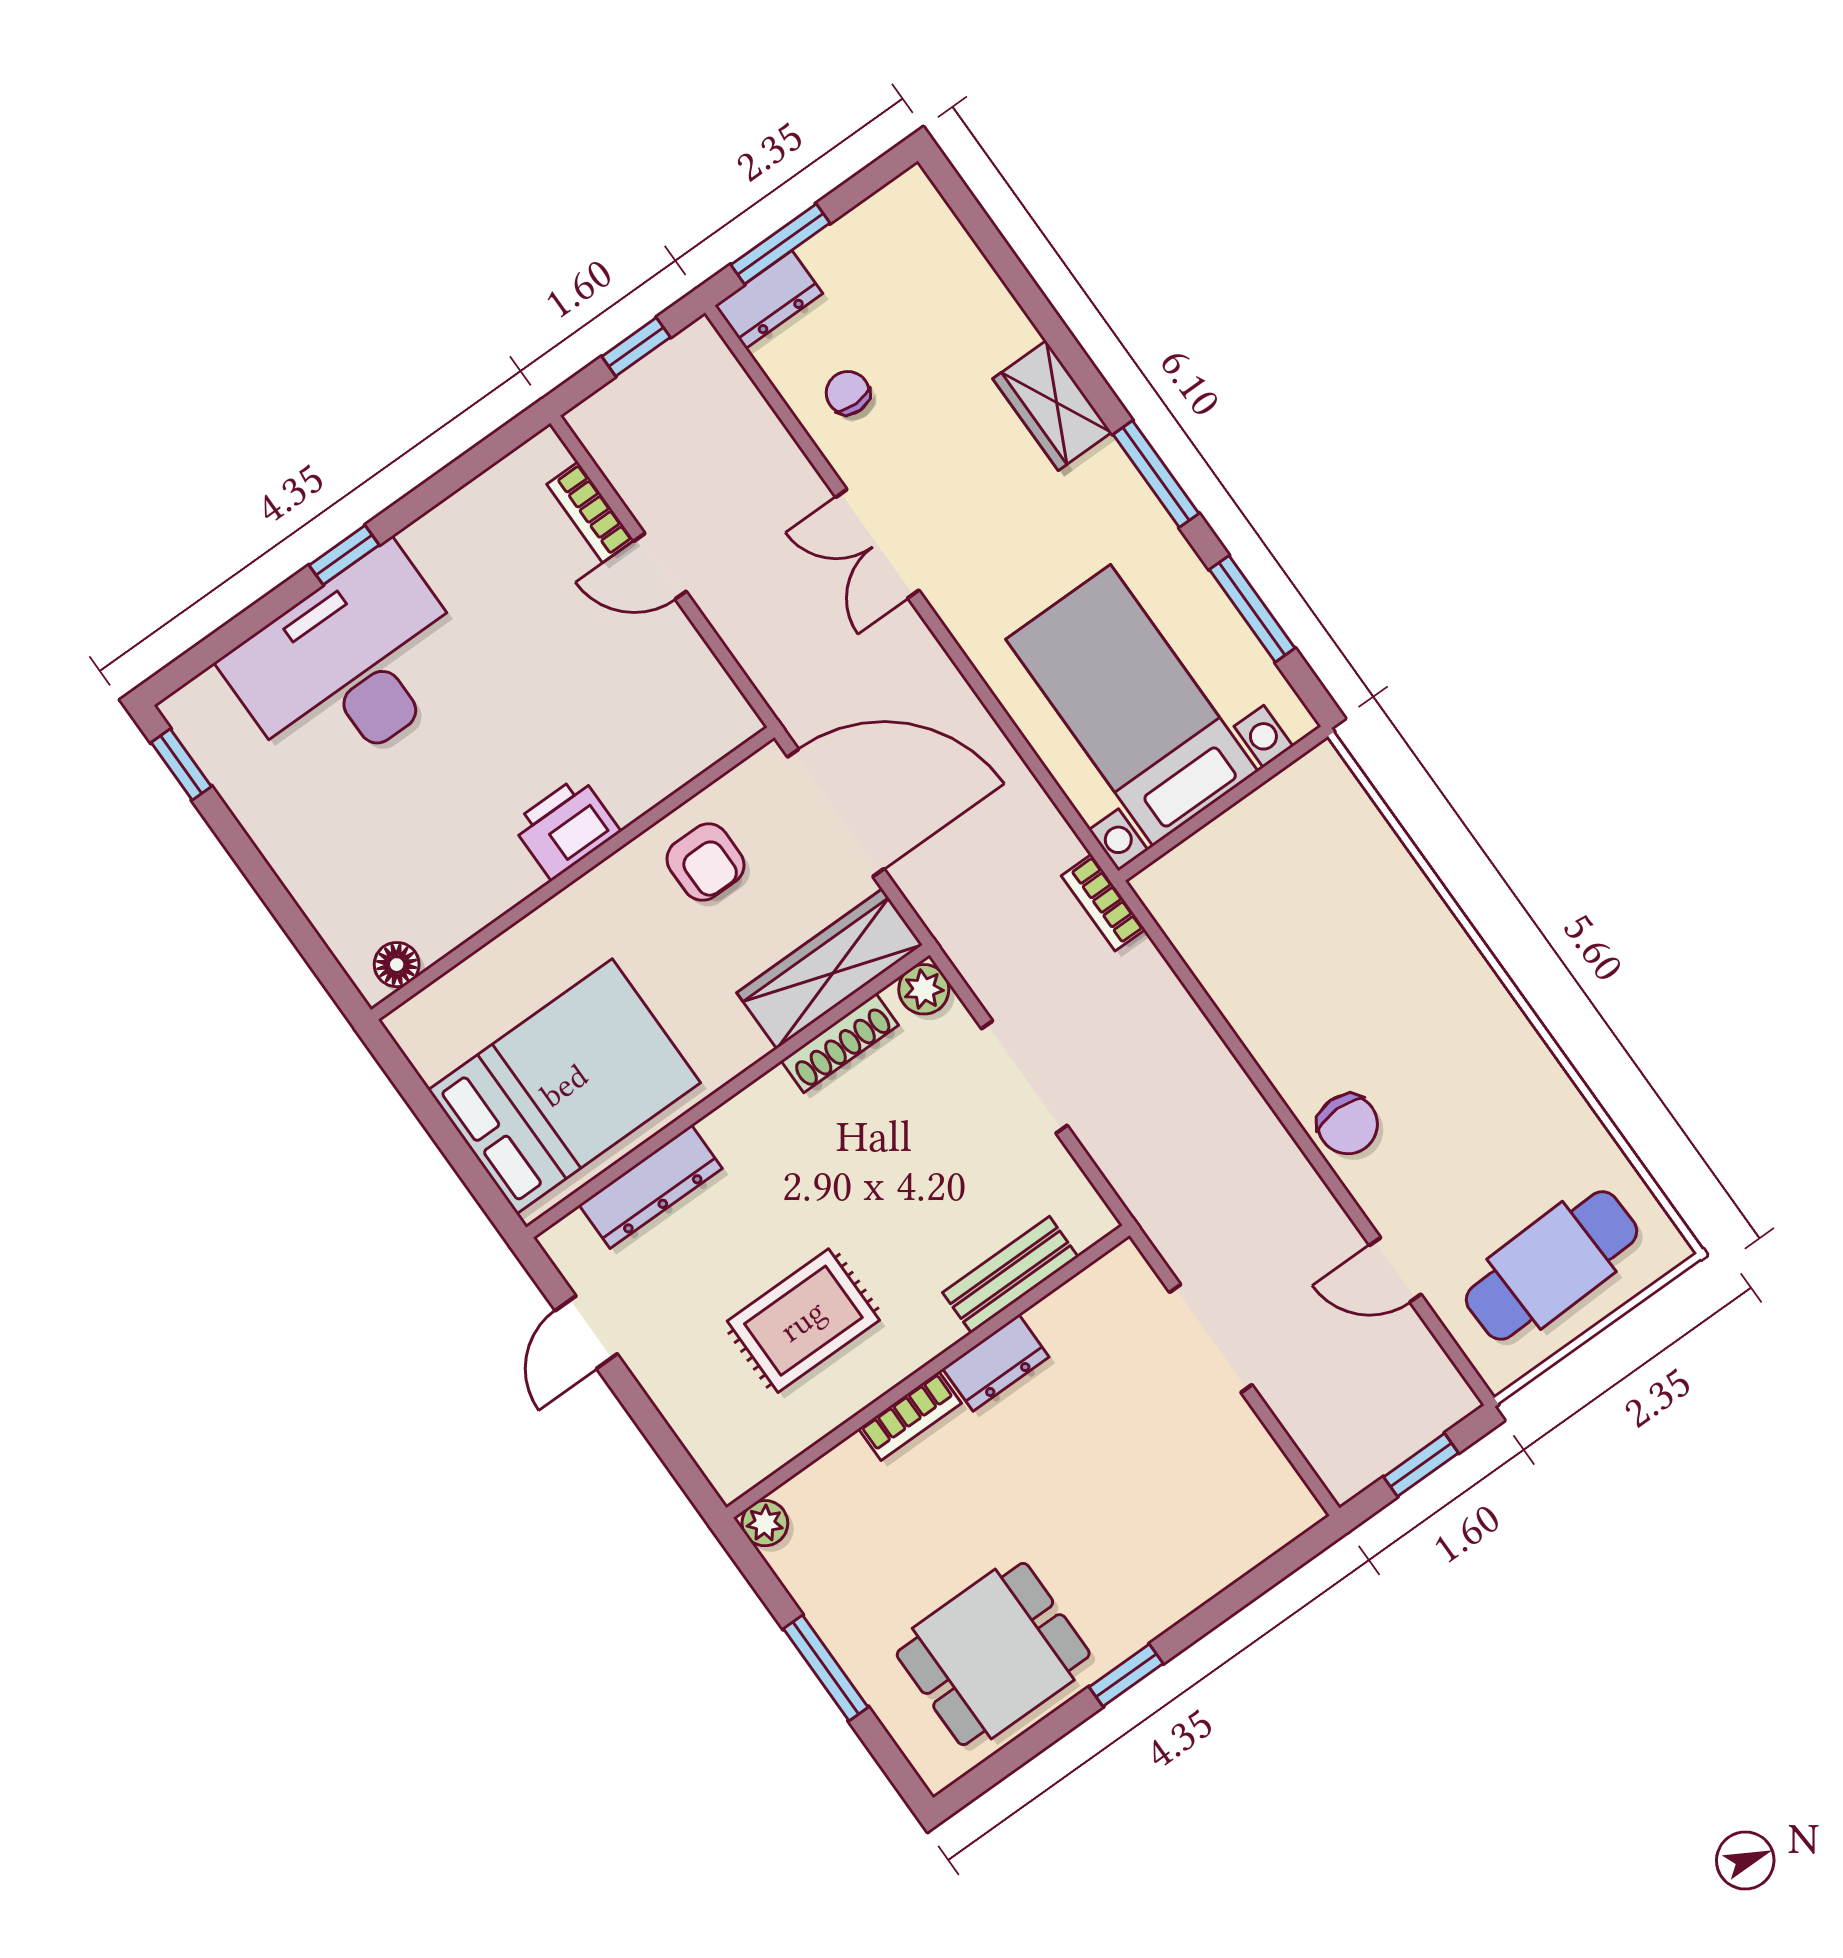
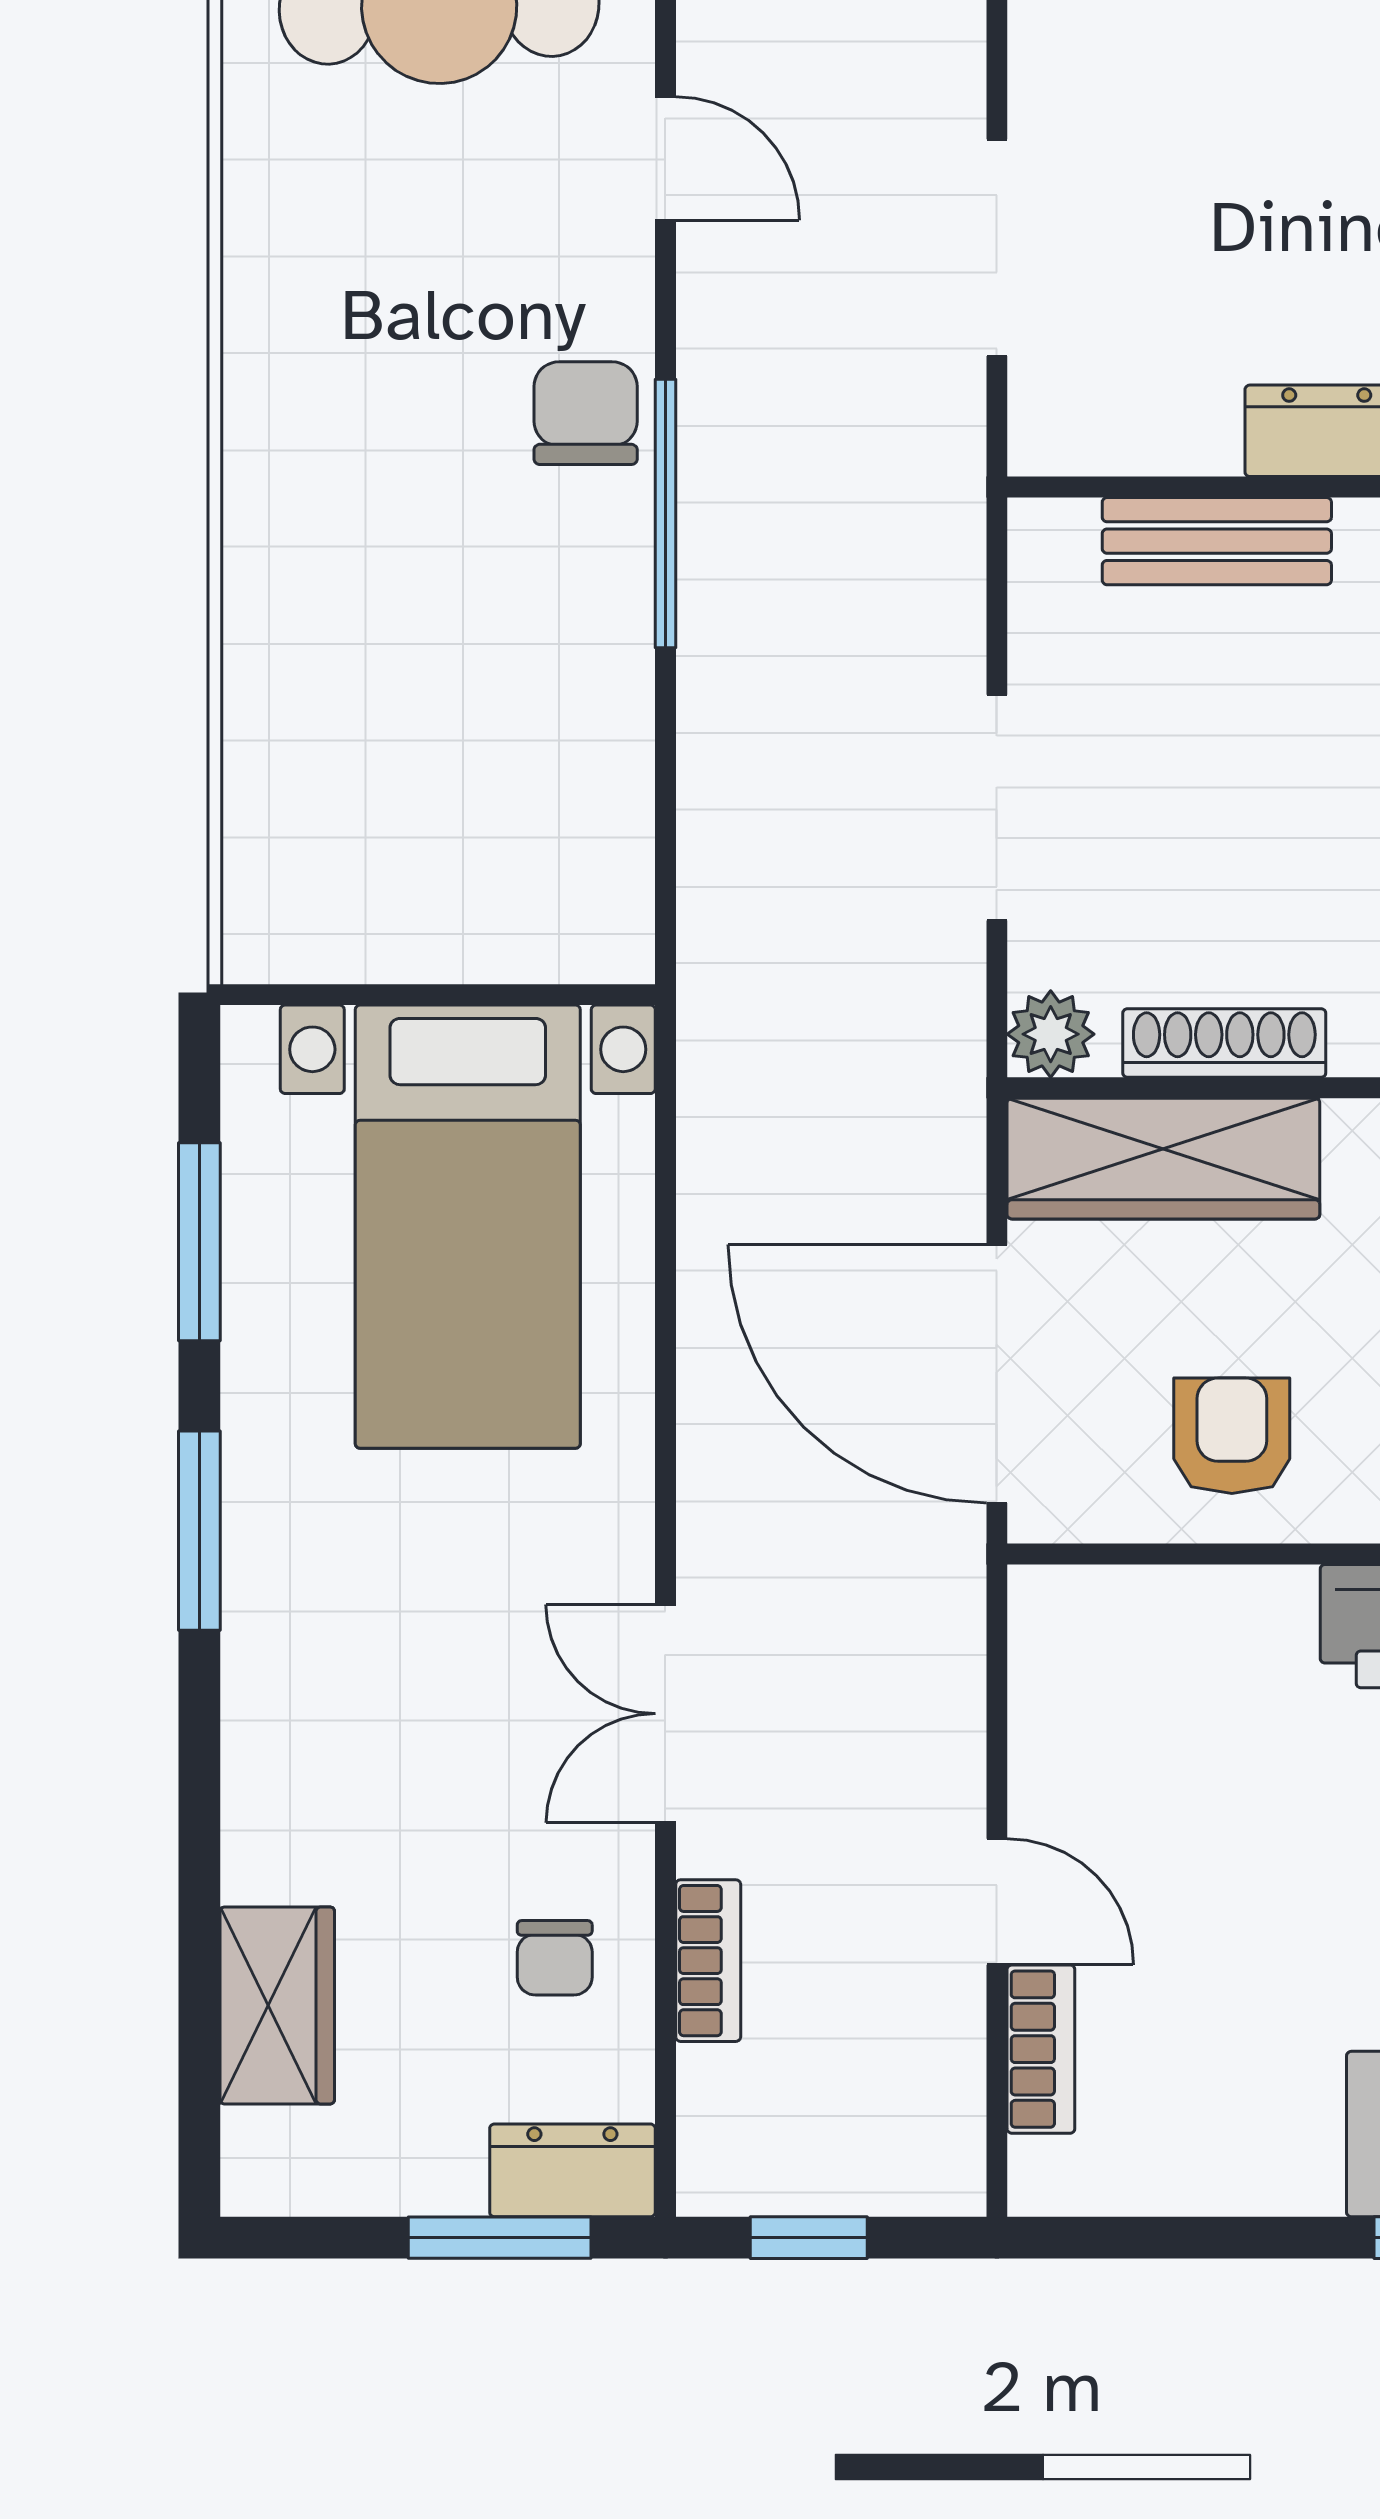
wardrobe: (1052, 406) -> (277, 2005), moved
double door: (877, 544) -> (665, 1714), swing flipped
bookcase: (1103, 903) -> (708, 1961), moved
window: (1277, 1104) -> (665, 514), added

